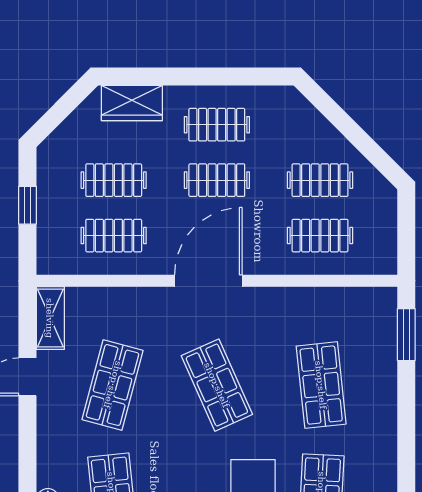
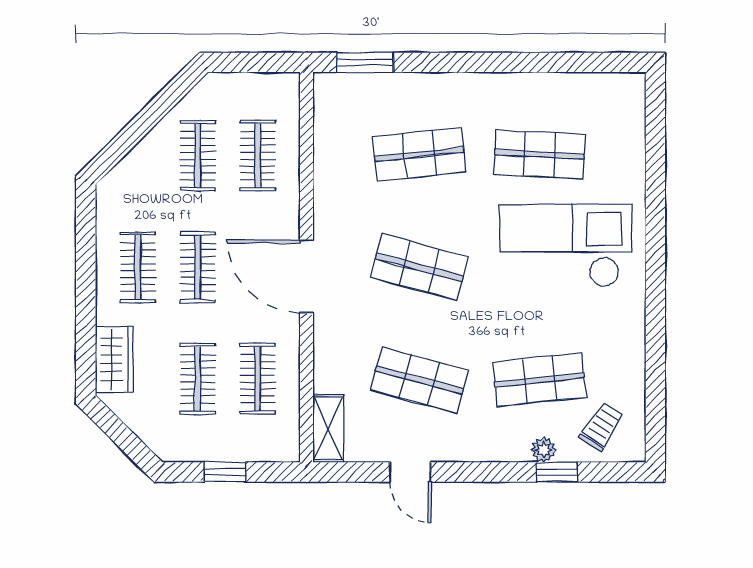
shelving: (50, 318) -> (328, 429), moved, turned 90
shop shelf: (217, 385) -> (419, 267), turned 39

